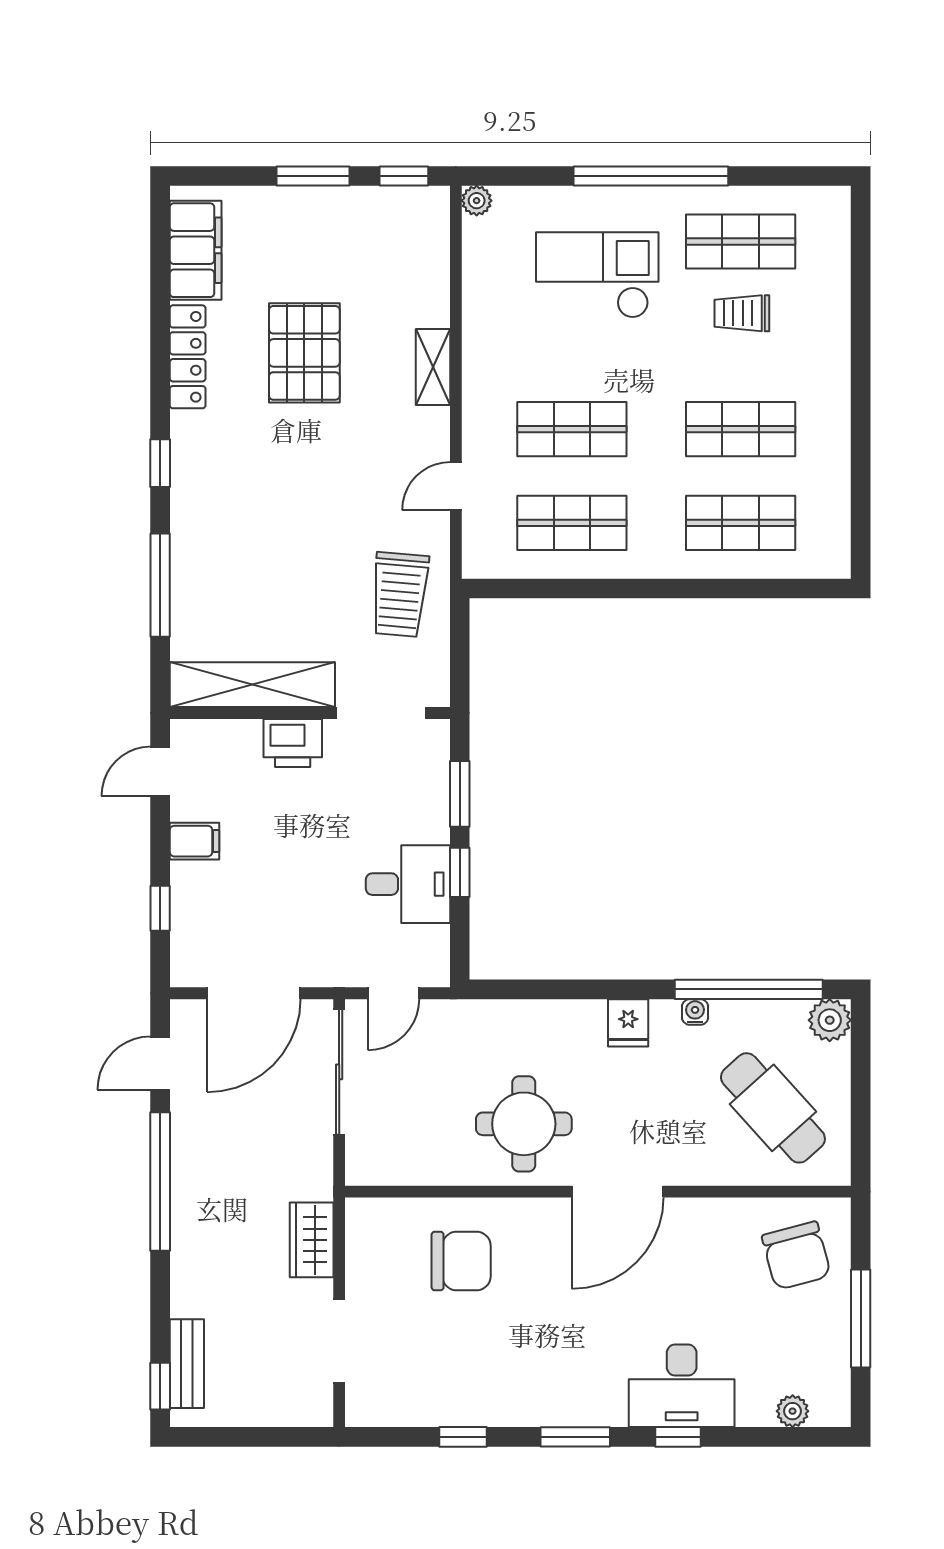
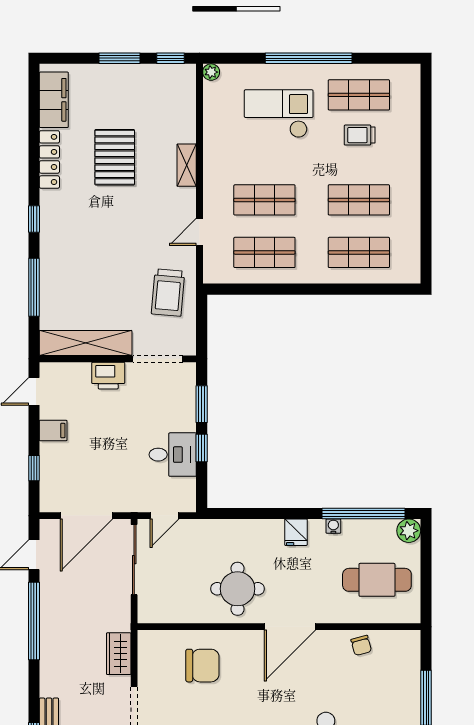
cafe table: (773, 1108) -> (377, 580), turned -48
chair: (796, 1256) -> (361, 645), moved, width x0.54, depth x0.54

